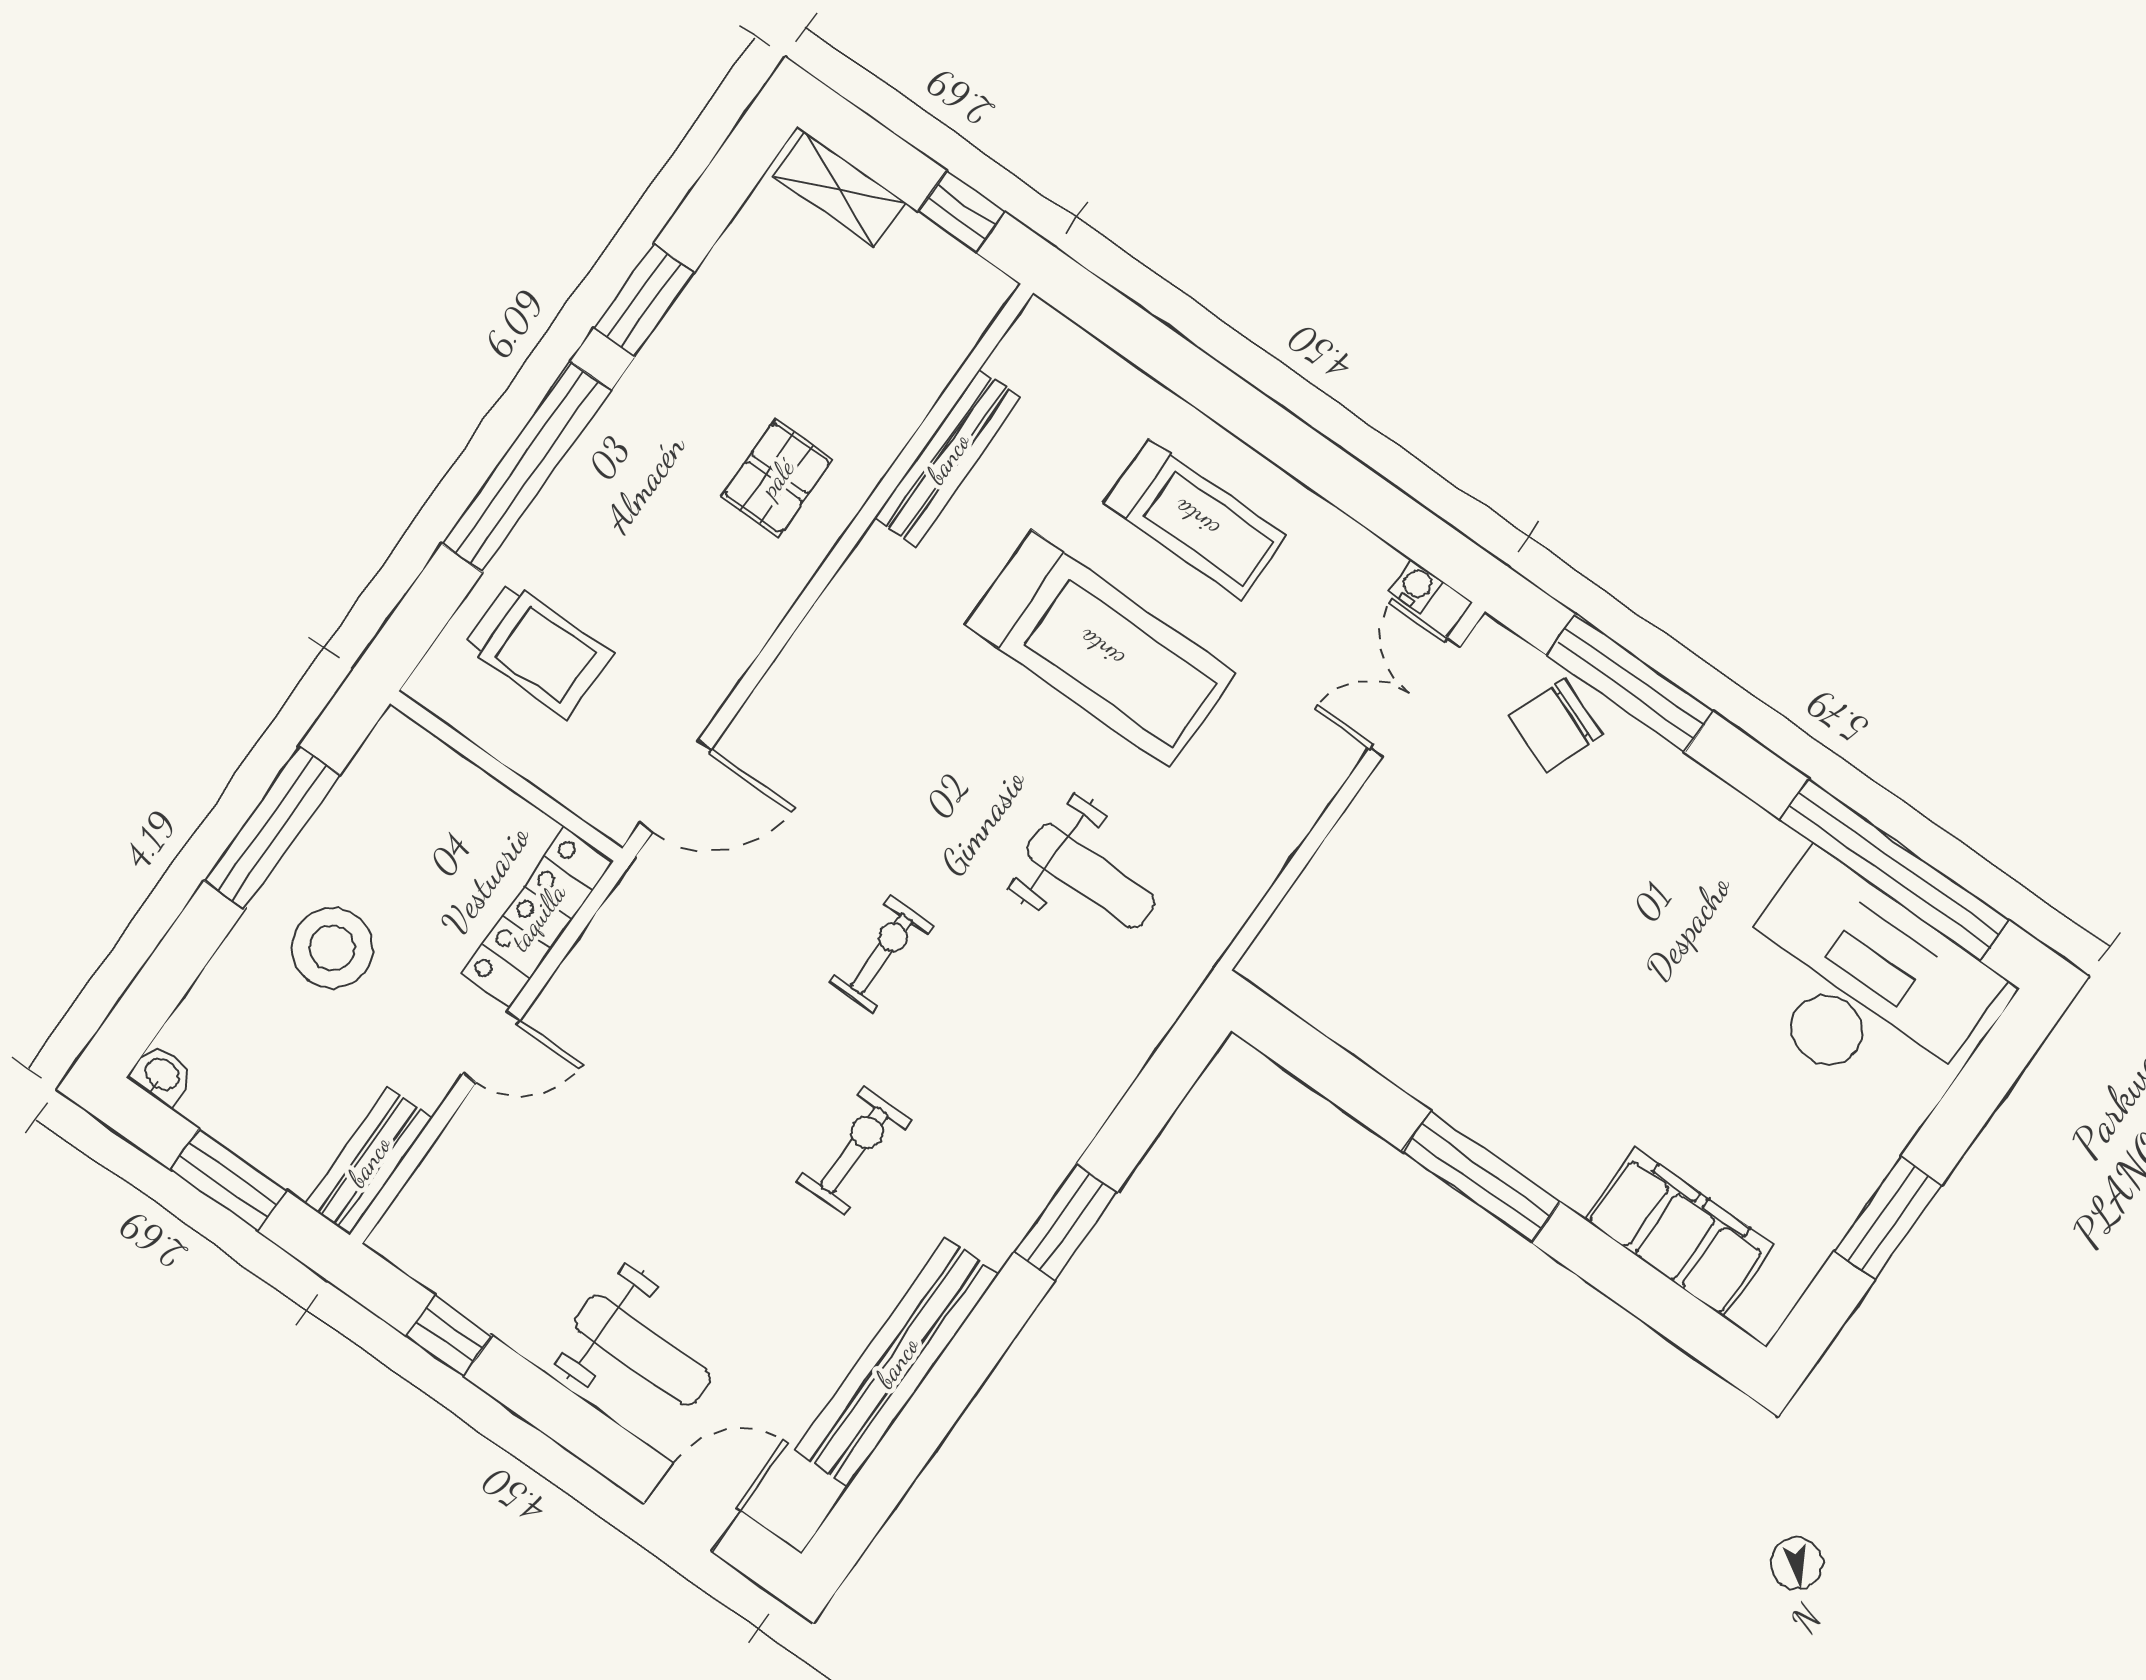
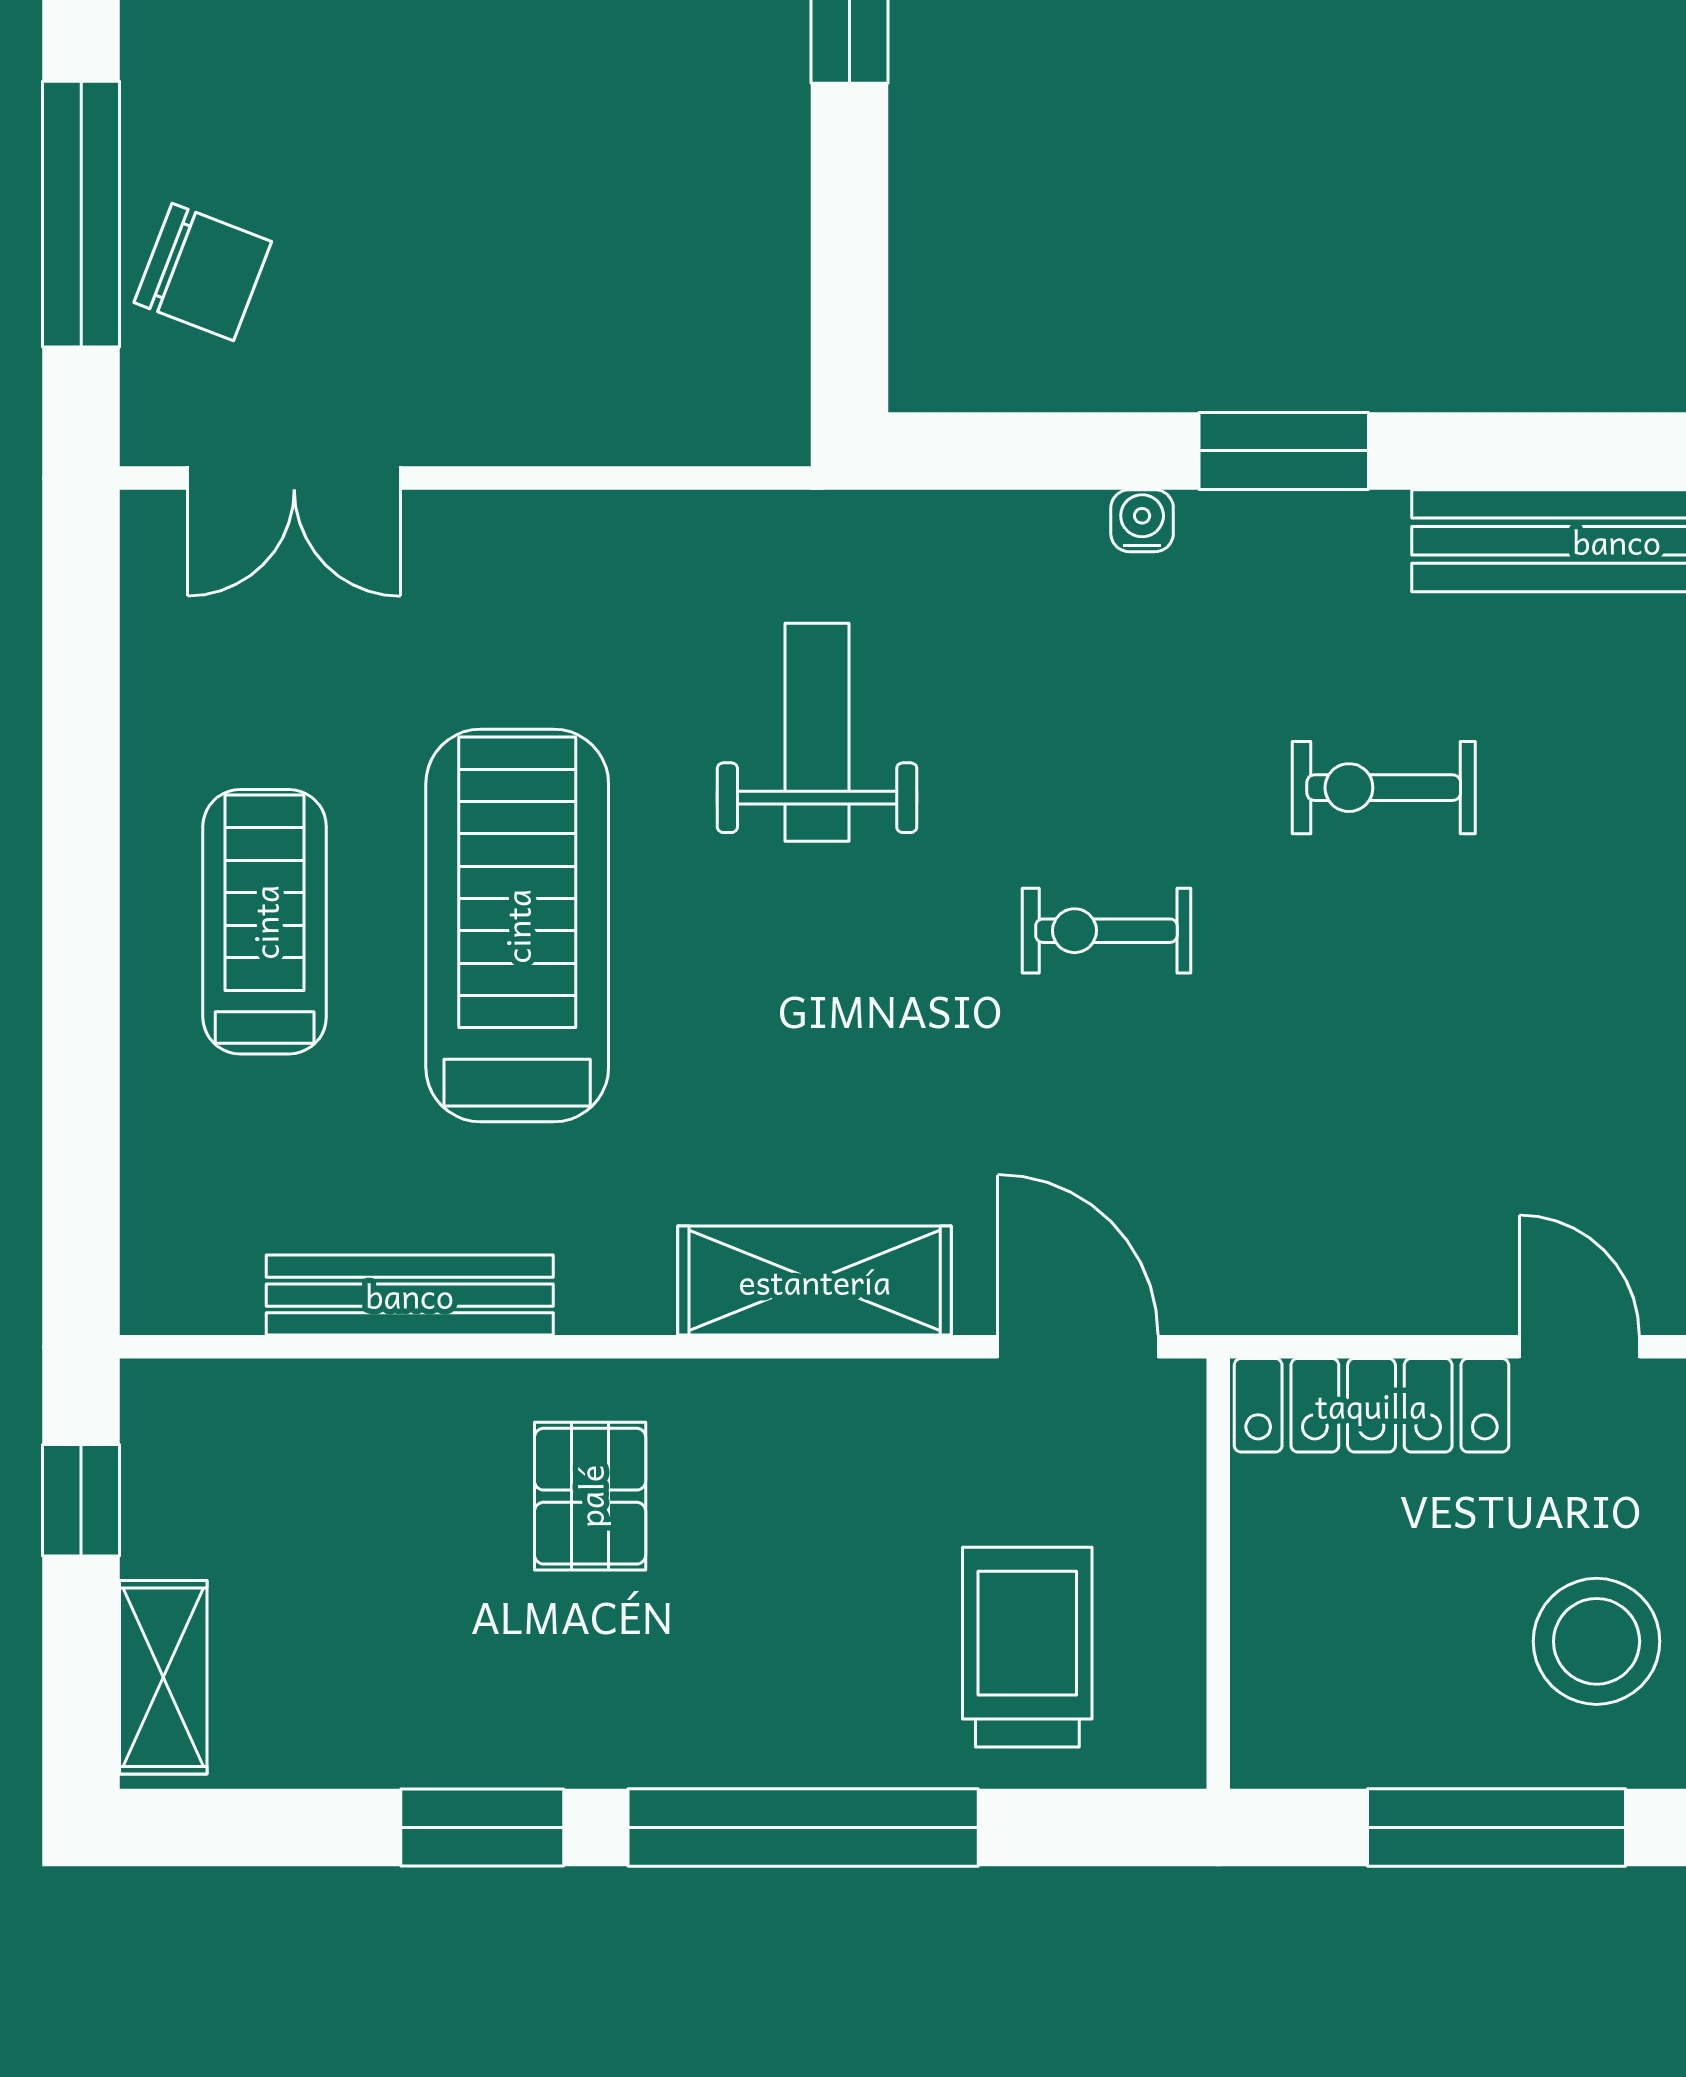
pallet: (777, 478) -> (590, 1496), turned 90
water cooler: (1416, 587) -> (1142, 521), moved, turned 90
shelving: (807, 674) -> (815, 1281), added

